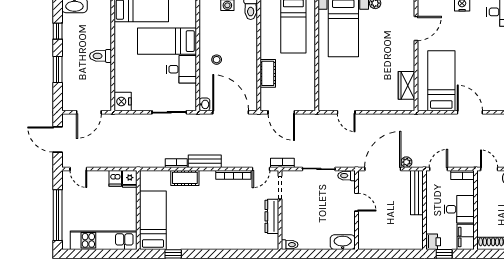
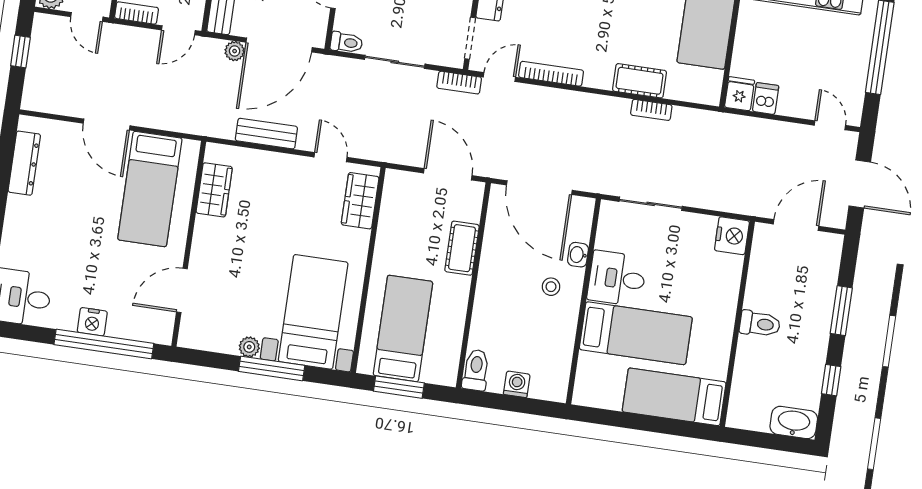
wardrobe: (327, 91) -> (360, 201), added
washbasin: (204, 104) -> (578, 255), moved
bench: (205, 161) -> (266, 134), moved

